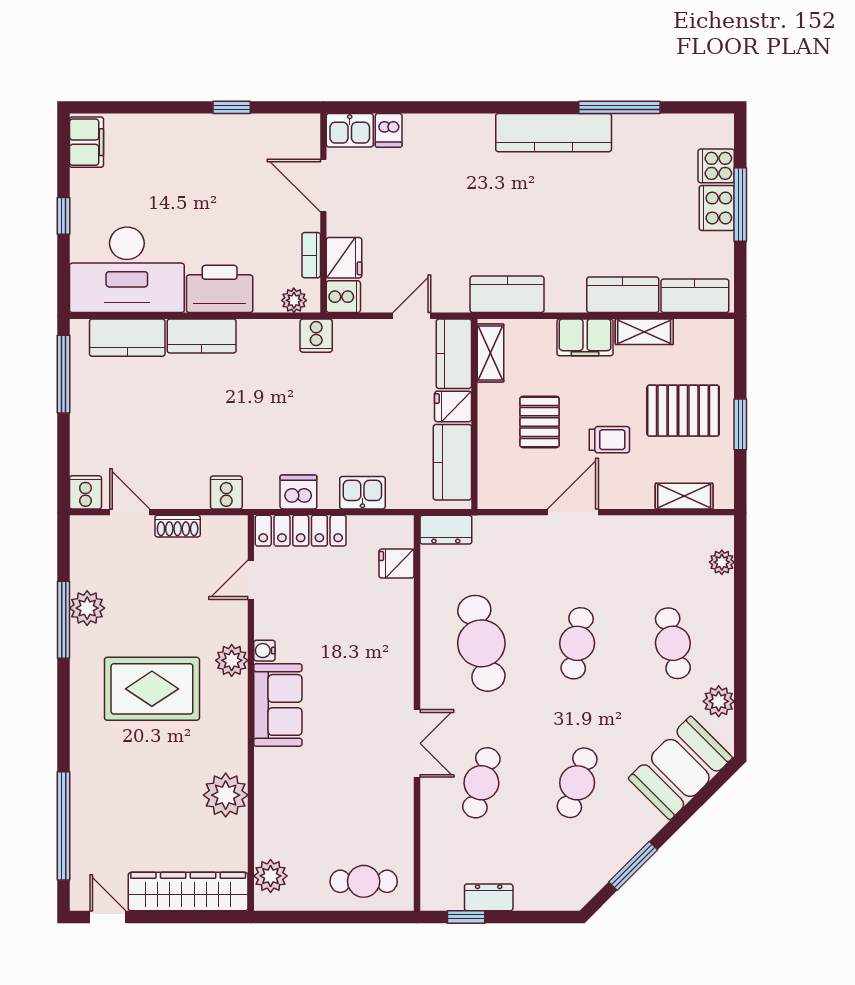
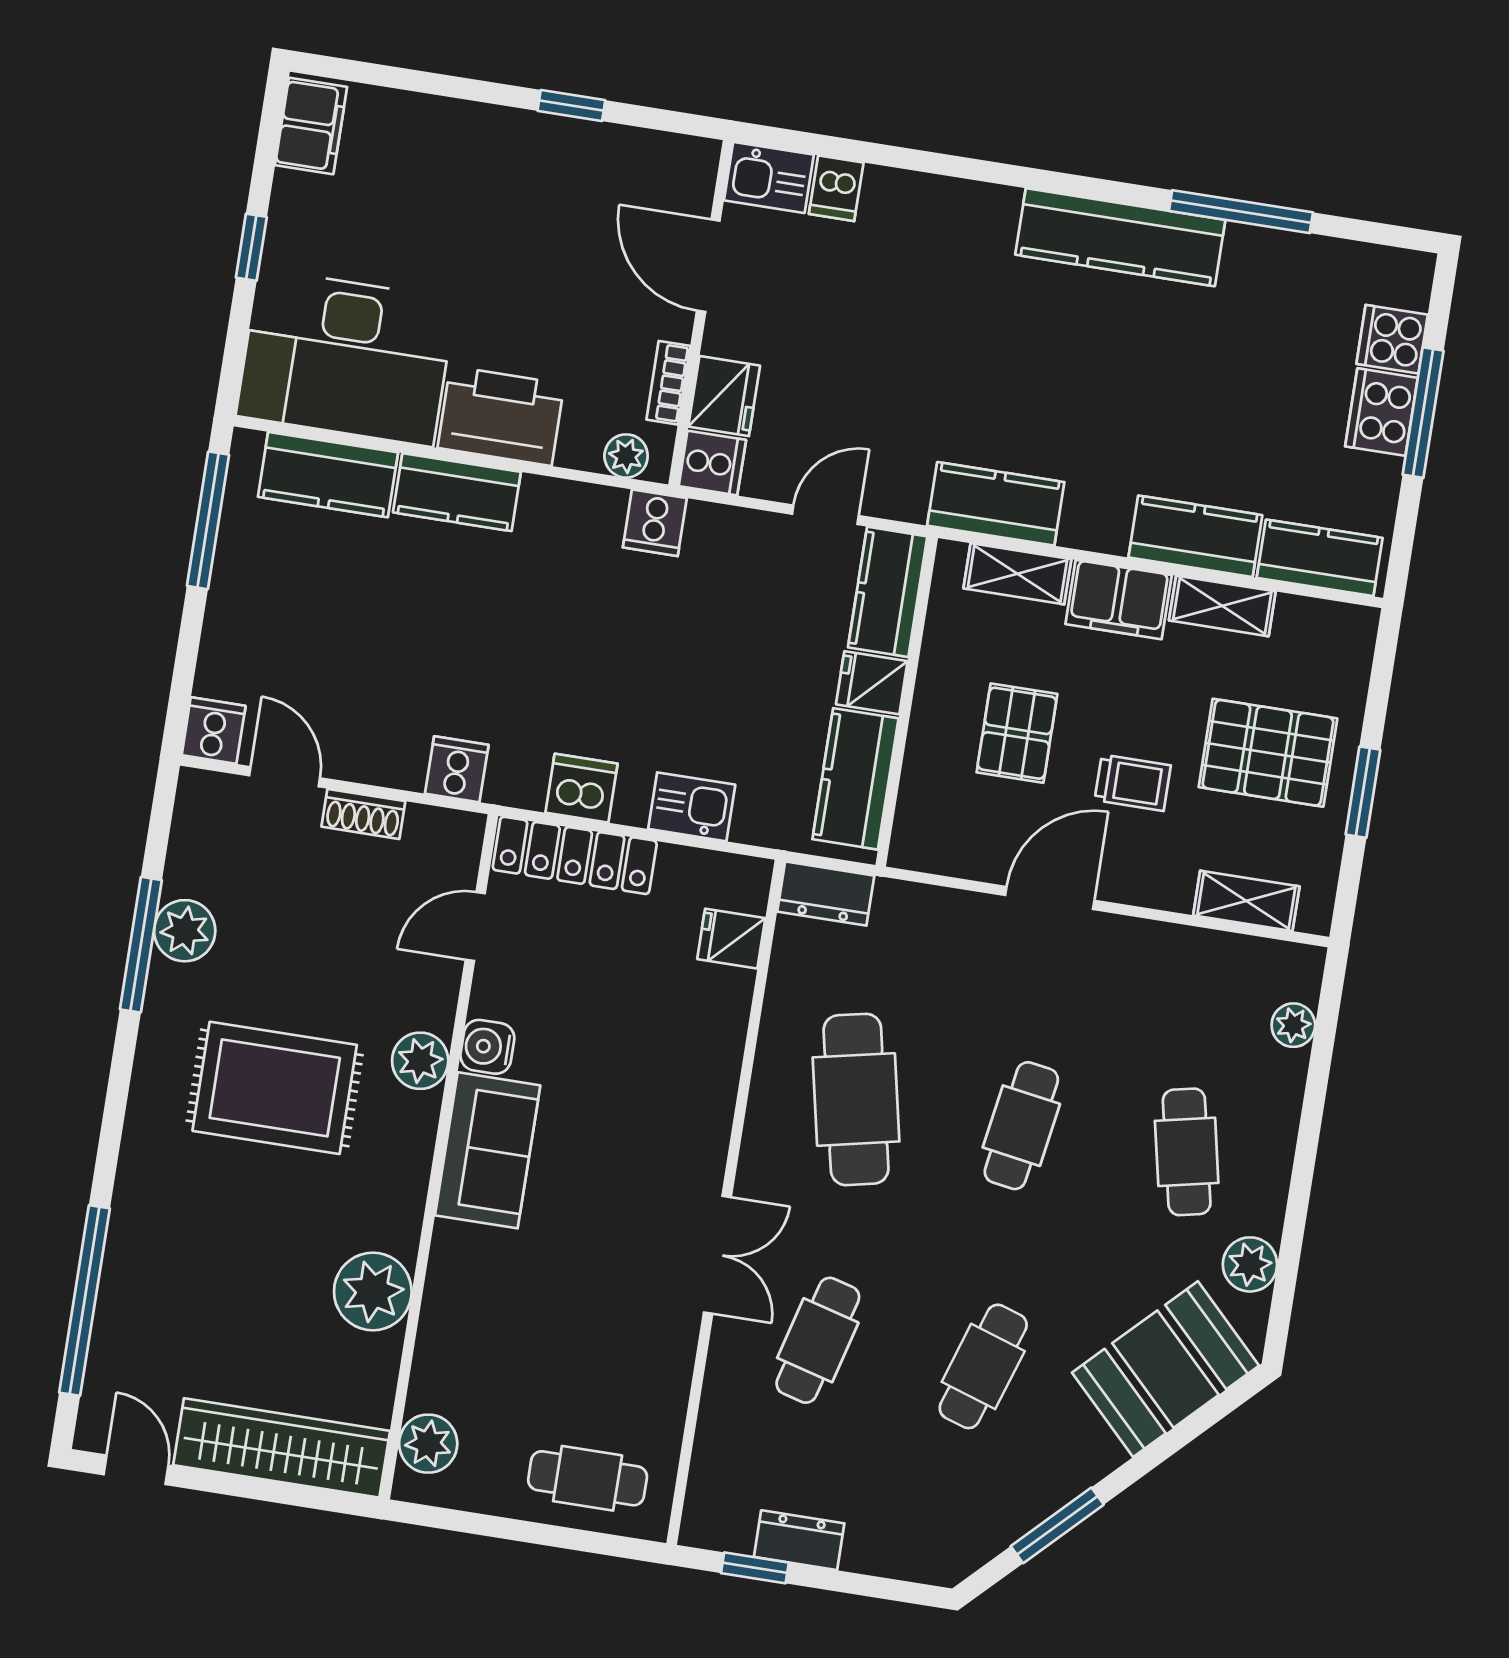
shelving: (491, 353) -> (1017, 574), moved, turned 90
water cooler: (264, 651) -> (487, 1047), width x1.38, depth x1.38

